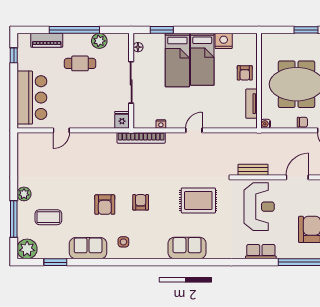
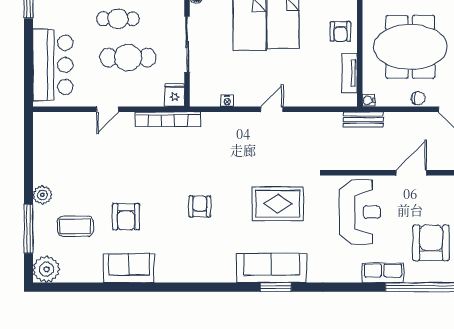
cafe table: (87, 92) -> (128, 58), added
door: (61, 130) -> (108, 109), moved
bookcase: (141, 138) -> (168, 119), moved
bench: (253, 170) -> (363, 120), moved
armchair: (105, 205) -> (126, 217), moved
side table: (123, 242) -> (177, 260), removed
sofa: (187, 248) -> (272, 268), width x1.36
row of seats: (261, 252) -> (383, 273), moved
window: (55, 262) -> (276, 287), moved

